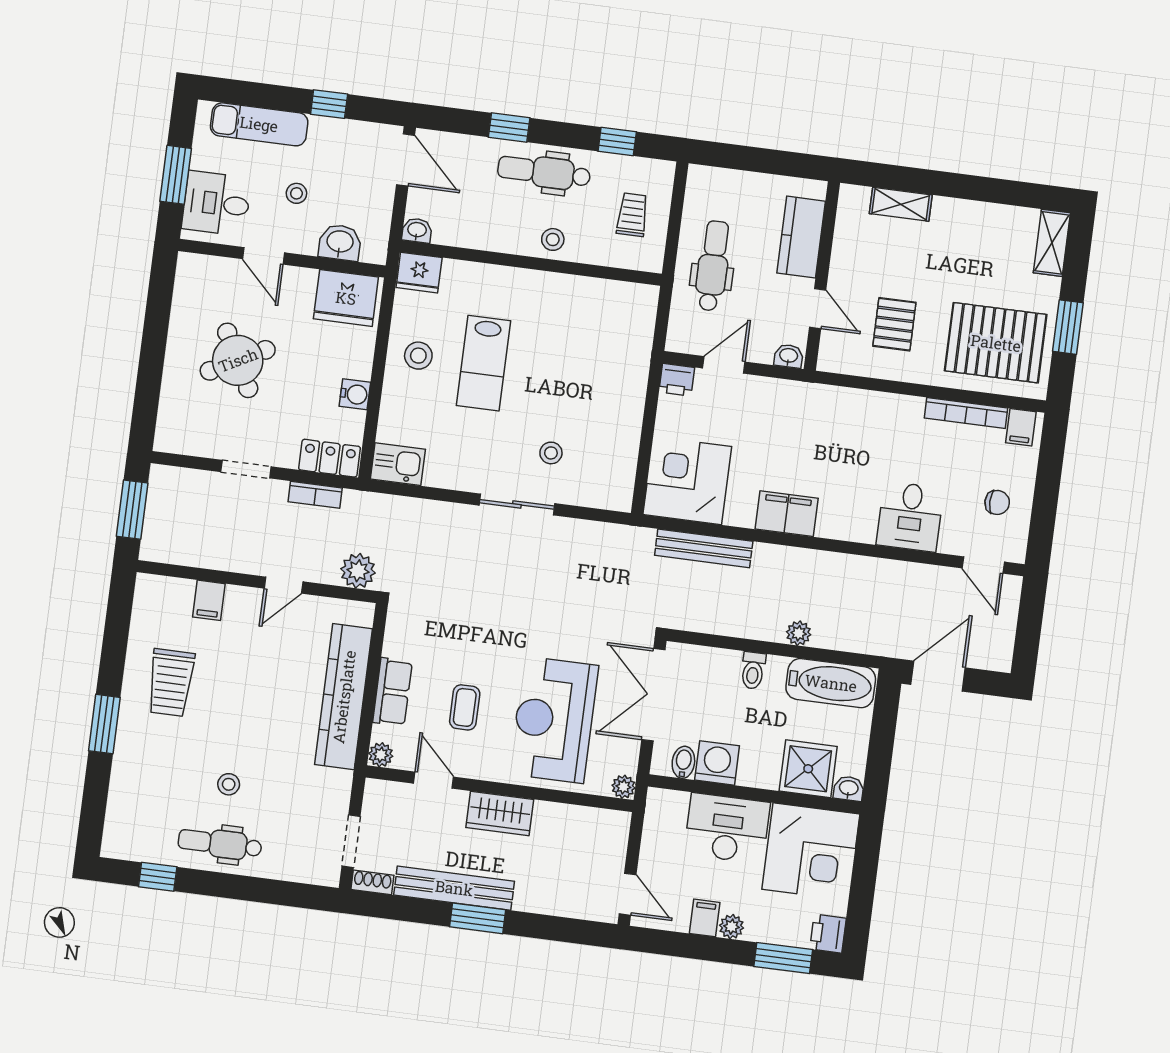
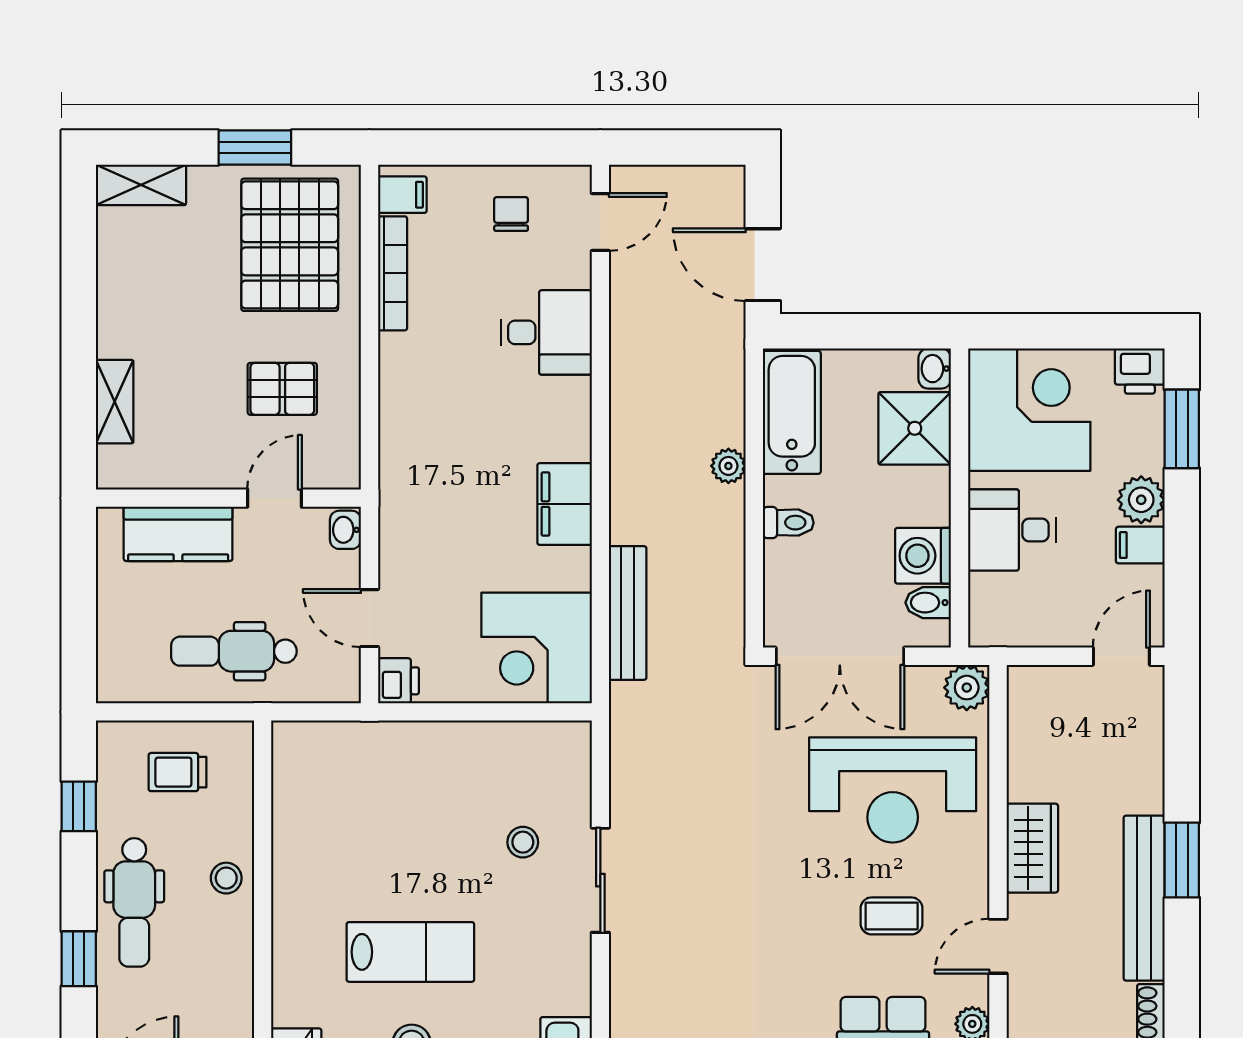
plant: (623, 787) -> (967, 688), width x1.38, depth x1.38
desk: (727, 828) -> (1012, 530), width x0.73
plant: (732, 927) -> (1141, 500), width x1.38, depth x1.38

